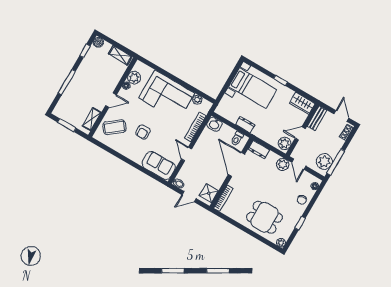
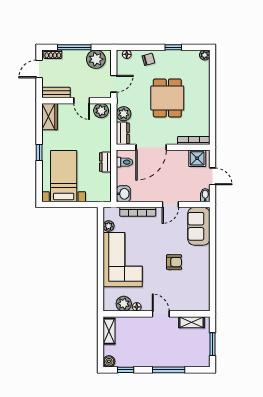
coffee table: (114, 127) -> (186, 294), removed
window: (336, 162) -> (74, 47), moved
plant: (283, 164) -> (124, 114), moved
dining table: (264, 217) -> (167, 98), moved

